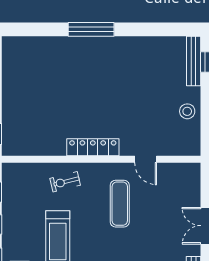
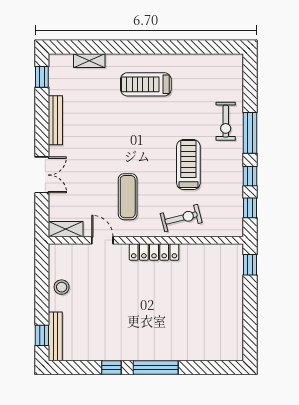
window: (136, 29) -> (111, 367), added
shelving: (183, 170) -> (66, 229), added
exercise bike: (65, 182) -> (181, 218), width x1.38, depth x1.39

